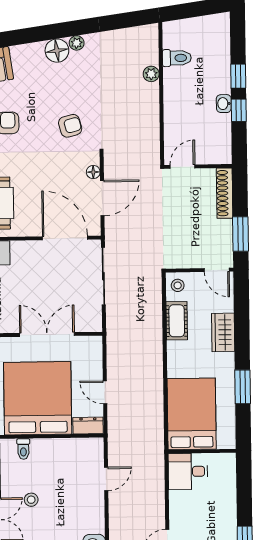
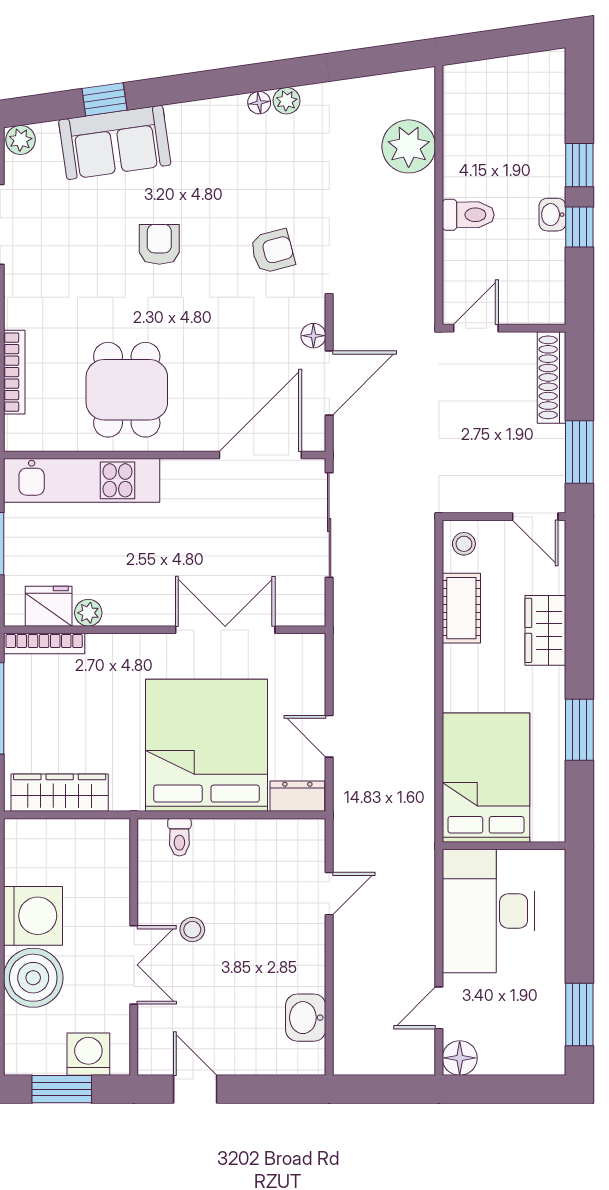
floor lamp: (57, 51) -> (259, 103), width x0.53, depth x0.53
toilet: (177, 58) -> (468, 215), moved
plant: (151, 74) -> (409, 146), width x1.88, depth x1.88
door: (65, 238) -> (260, 455), hinge flipped
desk: (188, 471) -> (489, 911), width x1.87, depth x1.30

